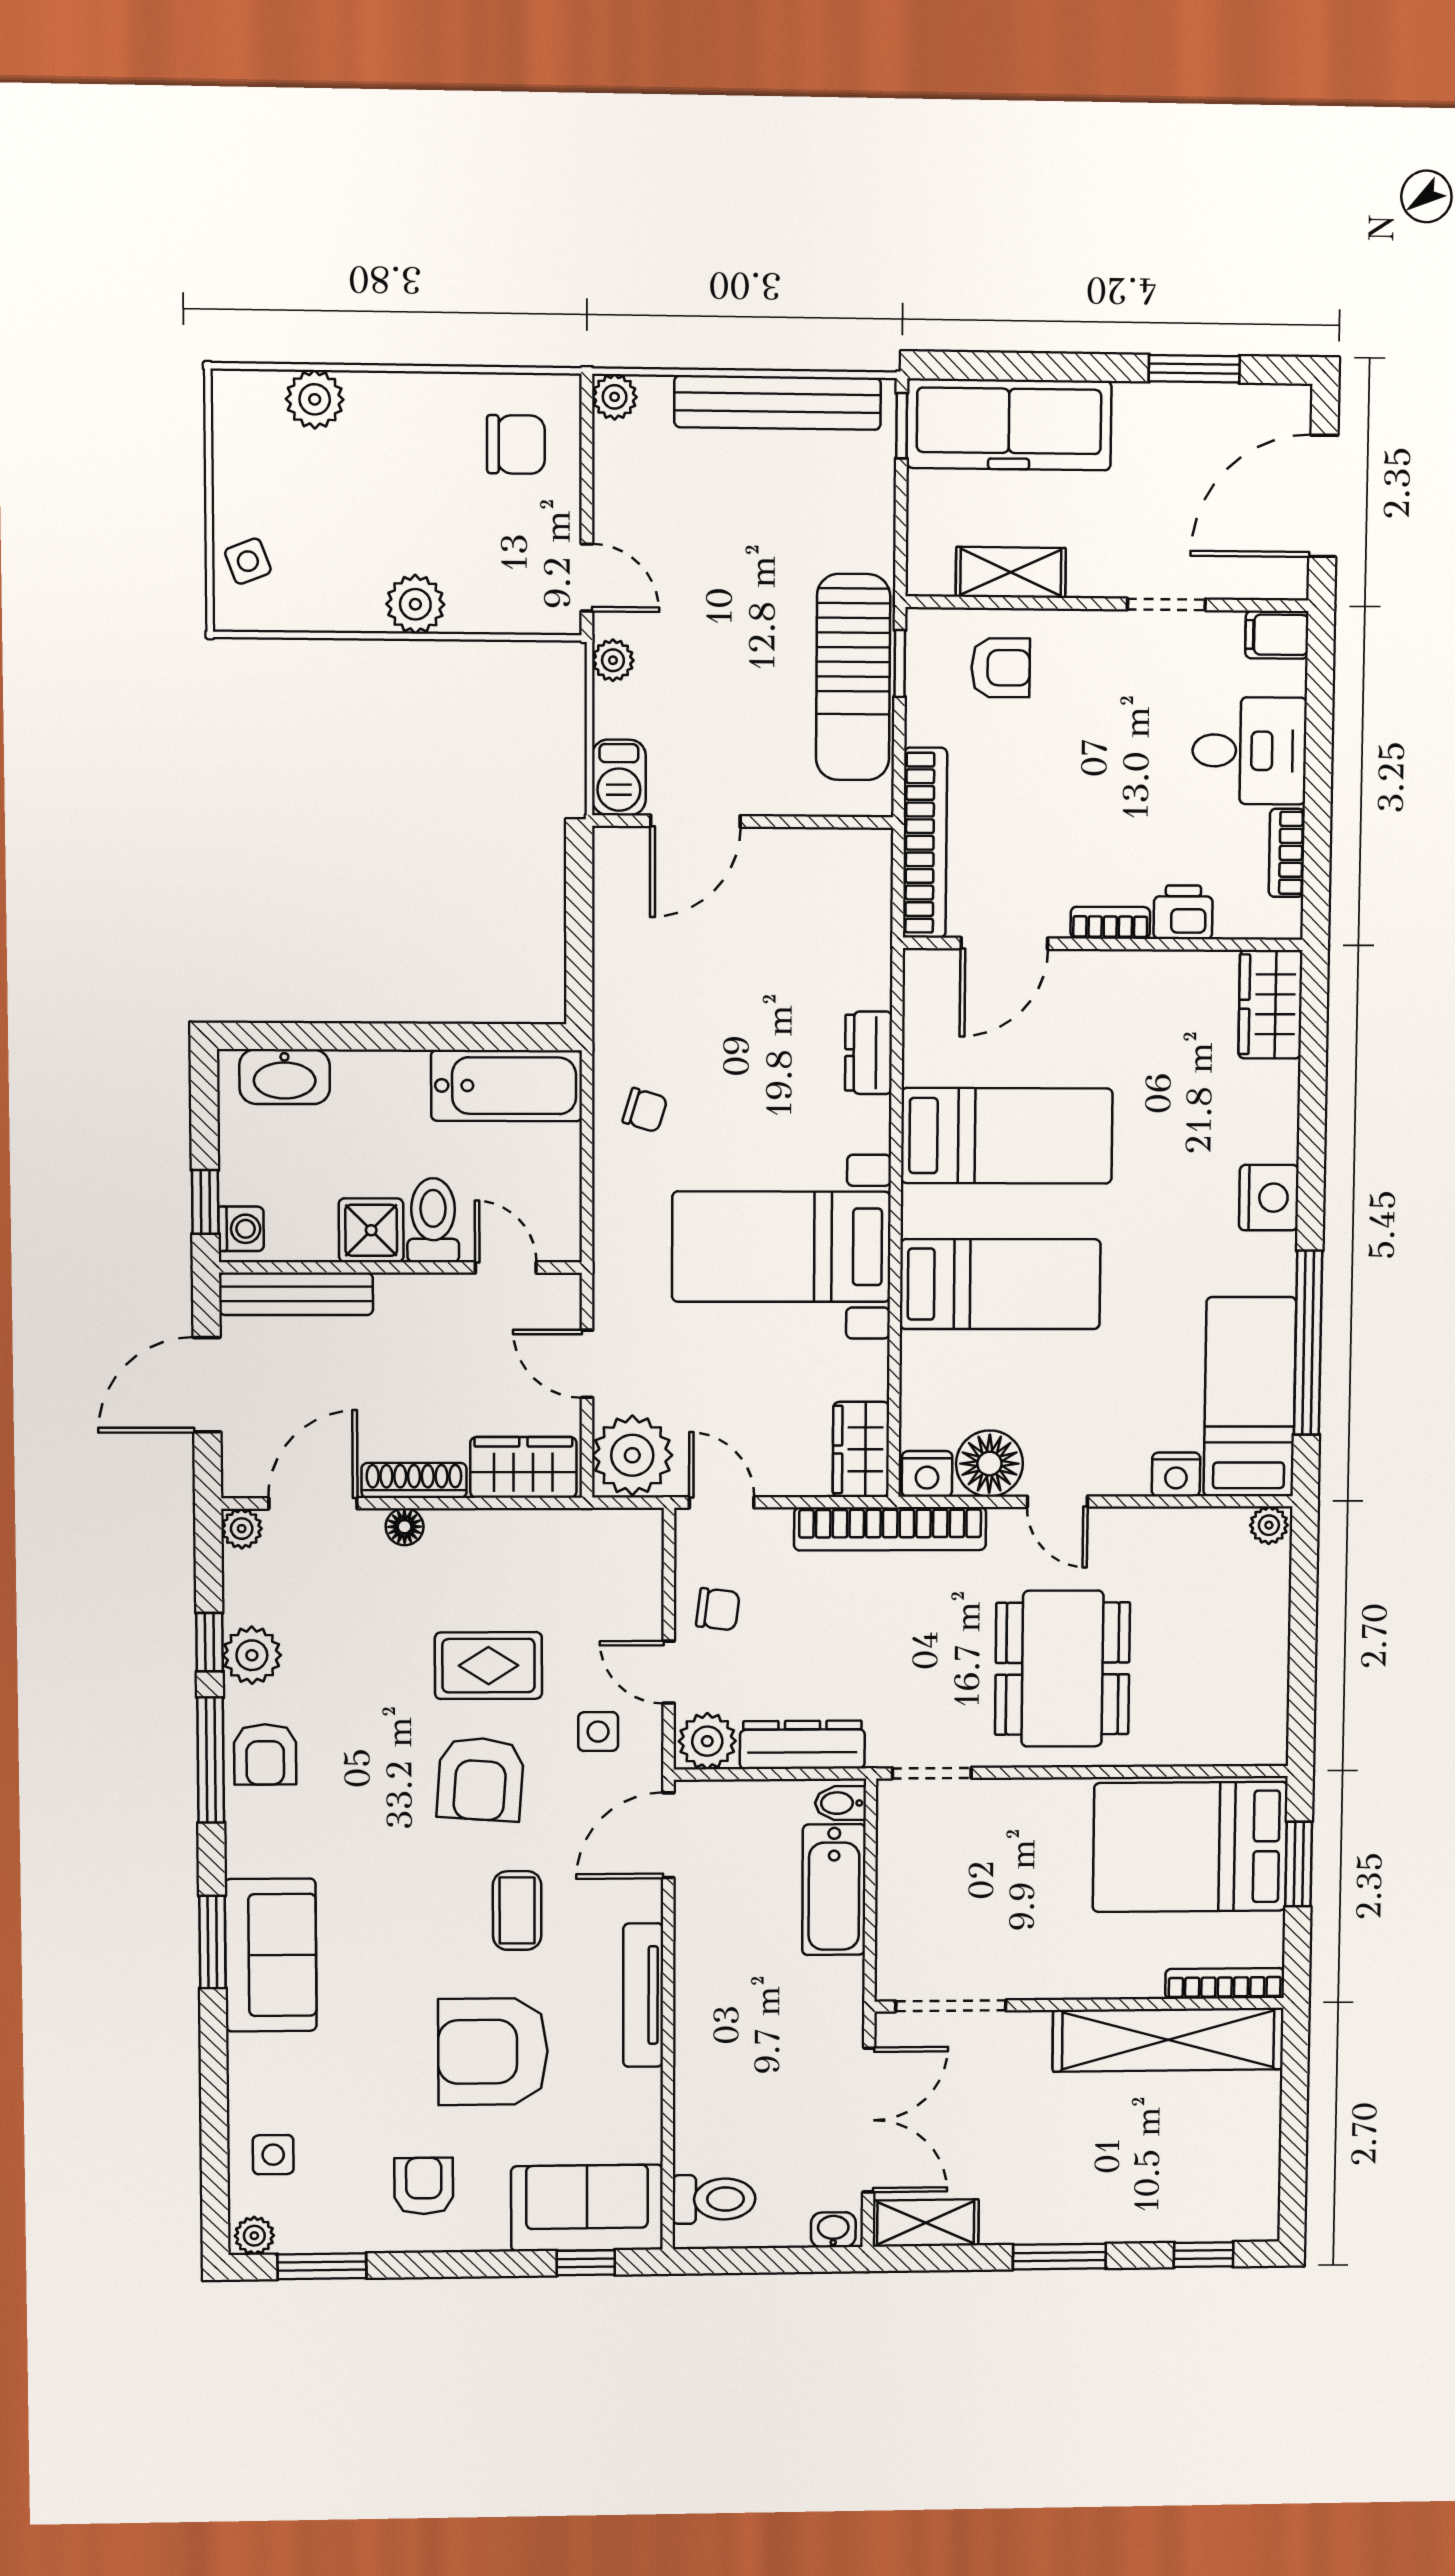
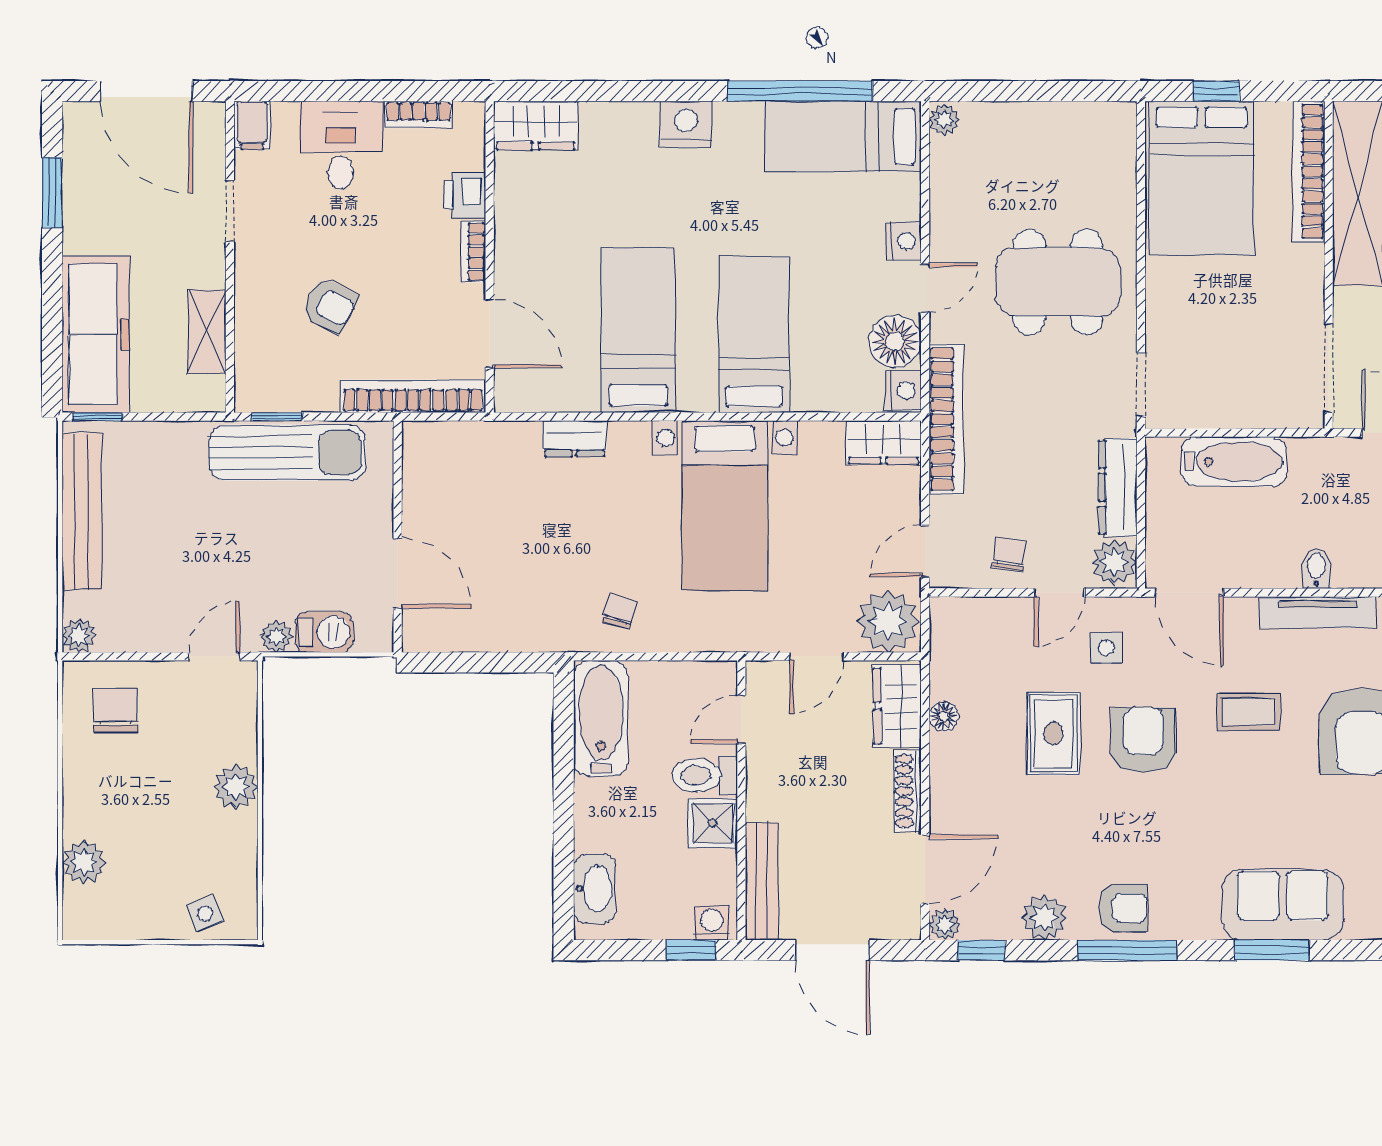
armchair: (1001, 668) -> (330, 305), moved, turned 118
barbecue: (619, 777) -> (324, 632), moved
nightstand: (1176, 1474) -> (904, 241), moved
door: (313, 1503) -> (925, 869), swing flipped
floor lamp: (405, 1527) -> (944, 716), moved
window: (210, 1642) -> (981, 950), moved
armchair: (480, 1779) -> (1143, 740), turned -94
bidet: (841, 1803) -> (1316, 568), moved, turned 180
window: (1299, 1864) -> (1216, 91), width x0.67
bookcase: (1225, 1983) -> (1309, 172), width x1.48, depth x1.31

